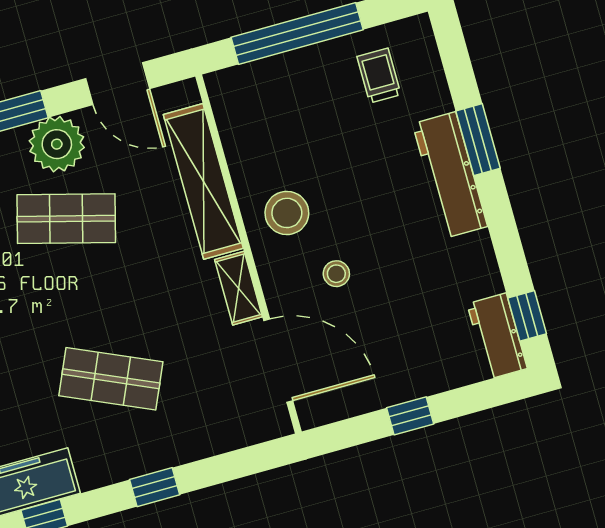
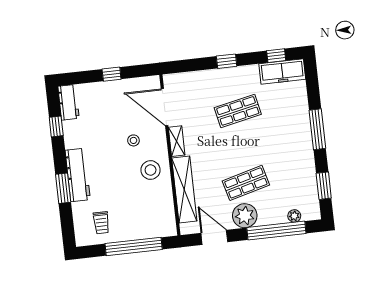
shop shelf: (66, 219) -> (246, 183), turned -30
window: (527, 316) -> (56, 126), moved
shop shelf: (111, 379) -> (238, 111), turned -36

